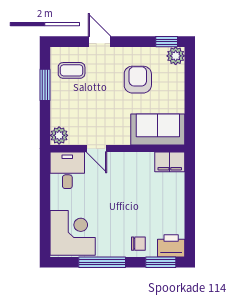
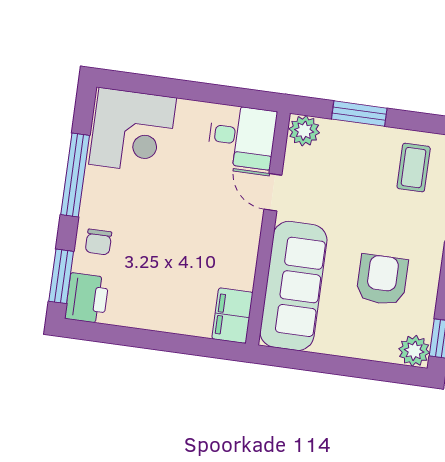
armchair: (138, 80) -> (382, 280), turned -90
window: (45, 85) -> (359, 114), moved
sofa: (158, 129) -> (293, 286), width x1.36
door: (96, 148) -> (273, 192), hinge flipped

